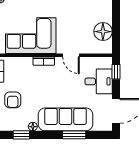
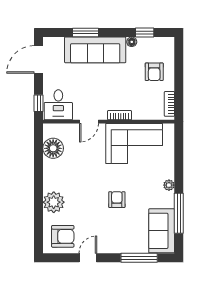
door: (71, 55) -> (89, 122), swing flipped
desk: (99, 81) -> (58, 105), moved, turned -90
armchair: (13, 100) -> (154, 72), turned 180

